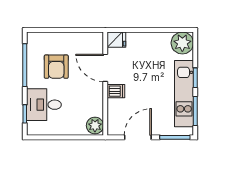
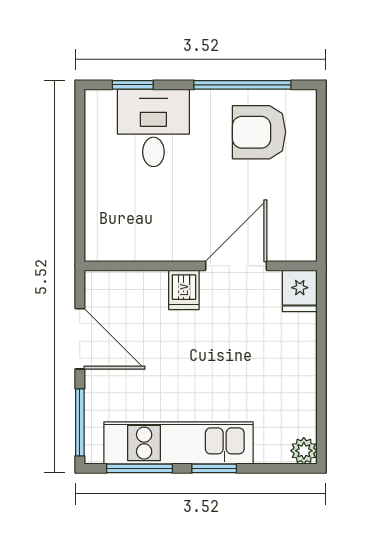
plant: (182, 43) -> (304, 451), width x0.53, depth x0.53
armchair: (56, 67) -> (259, 132), moved
plant: (95, 126) -> (107, 243), removed

